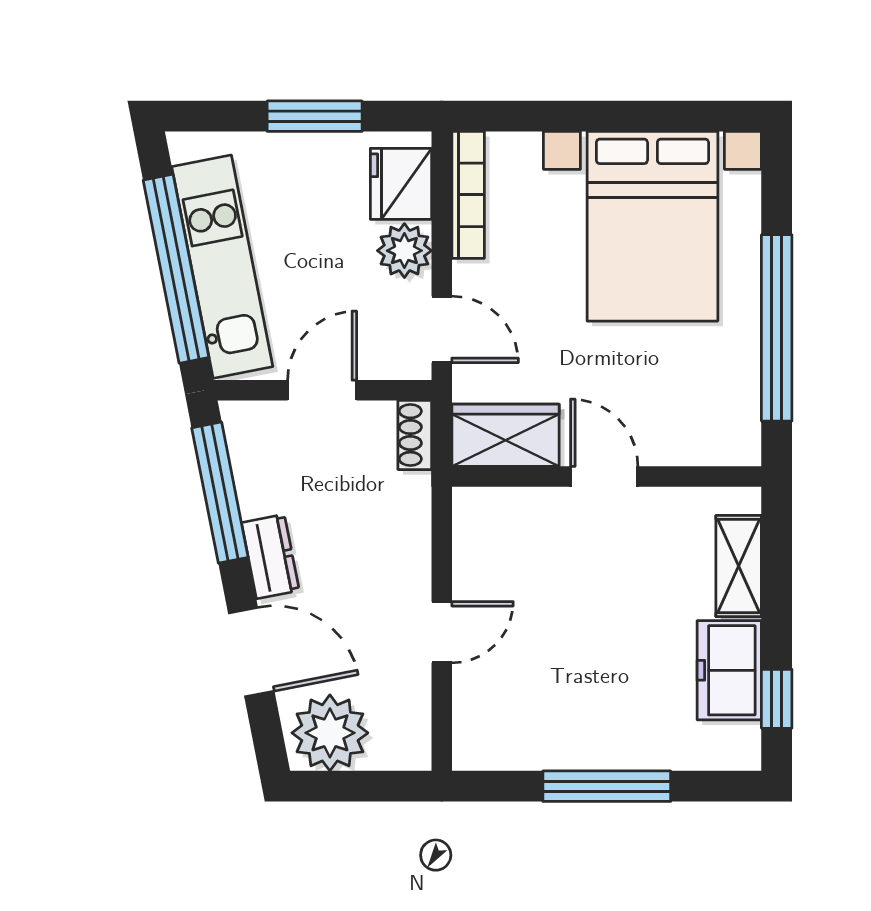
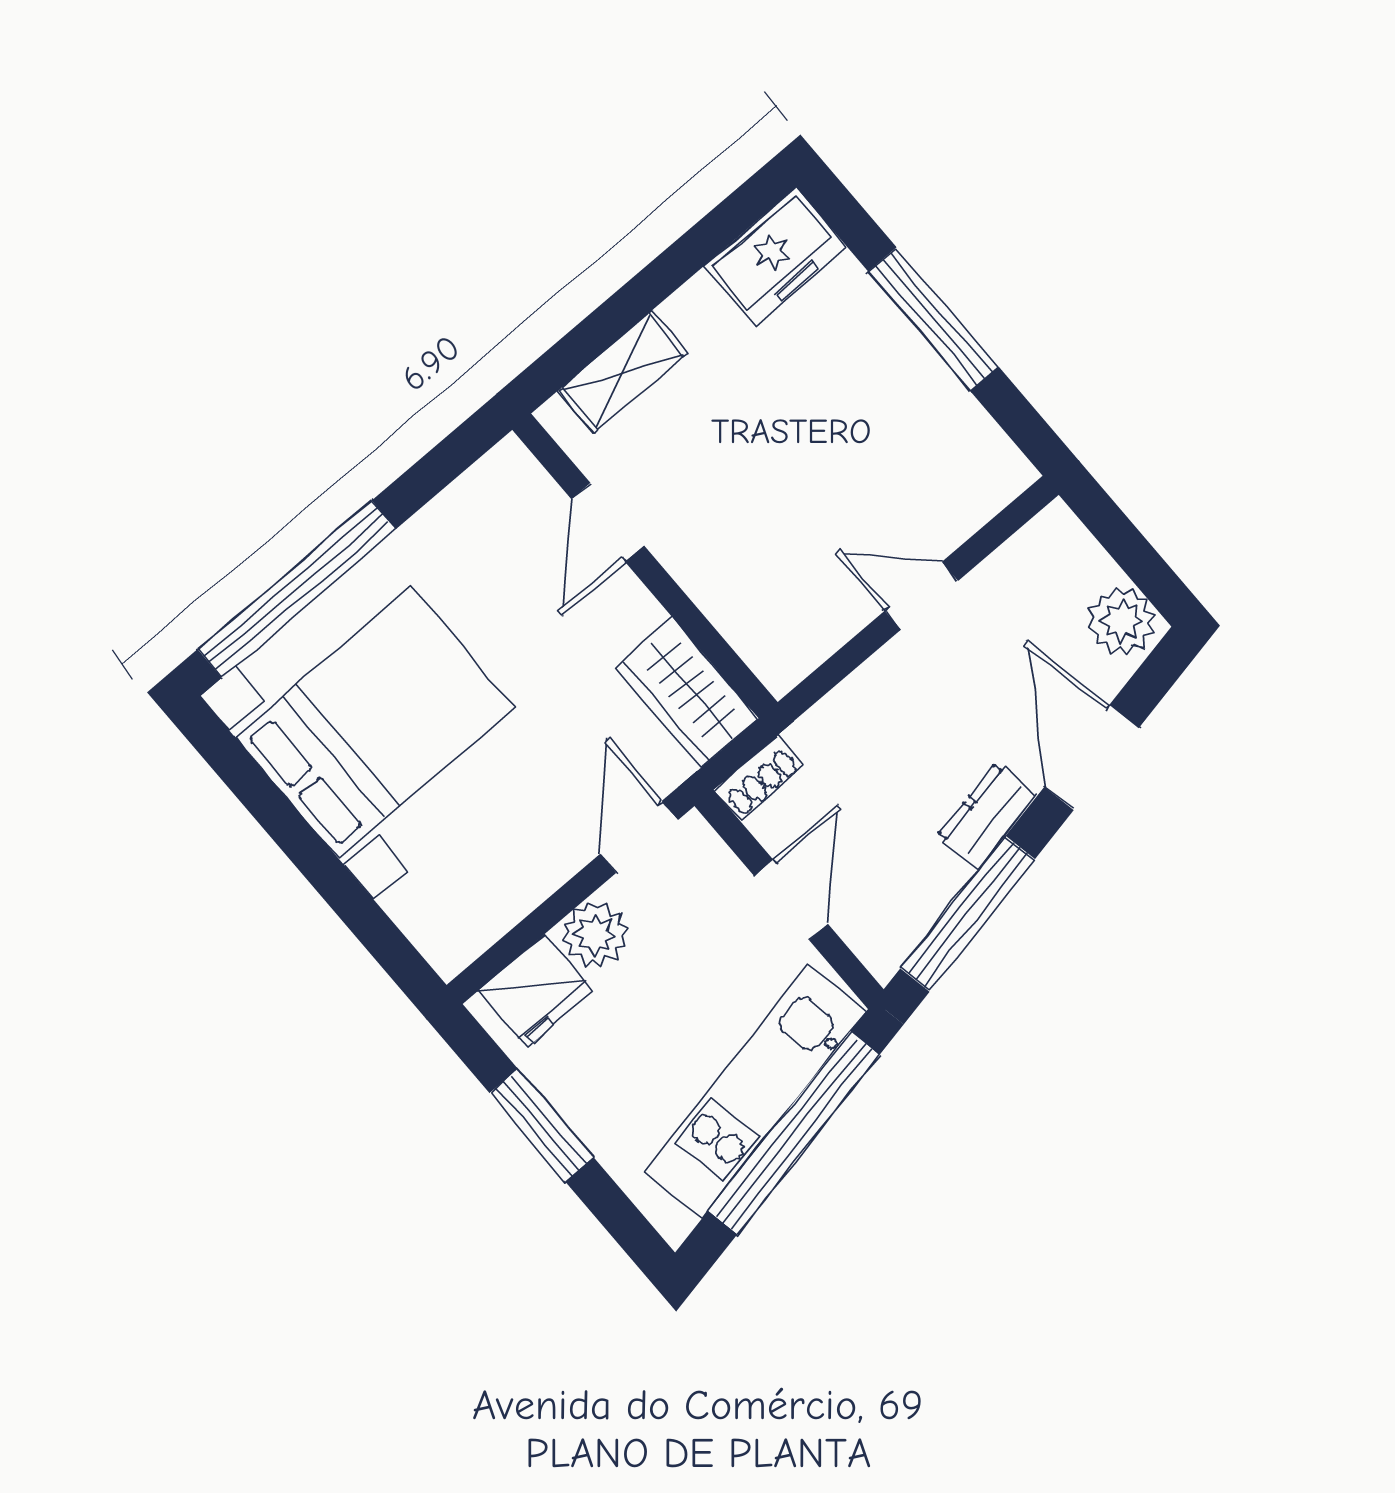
bookcase: (468, 195) -> (493, 919), removed
window: (777, 328) -> (297, 589), moved
door: (322, 390) -> (791, 900), swing flipped
door: (604, 477) -> (608, 522), moved
freezer: (729, 670) -> (776, 257), moved
window: (777, 699) -> (717, 230), removed
plant: (330, 733) -> (1122, 621), width x0.73, depth x0.73

